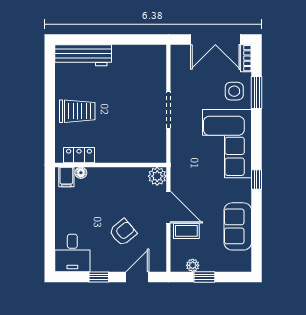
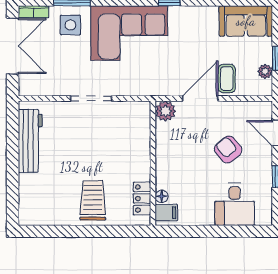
workbench: (83, 55) -> (30, 141), moved
sofa: (238, 226) -> (246, 21), moved
desk: (72, 253) -> (235, 204), moved, turned 90

